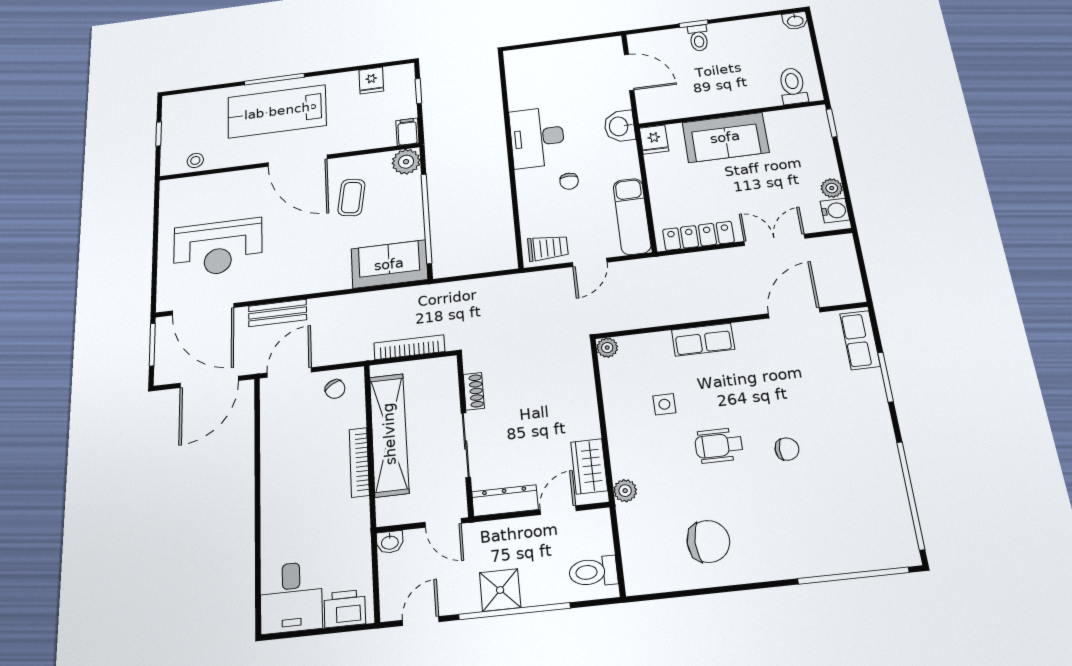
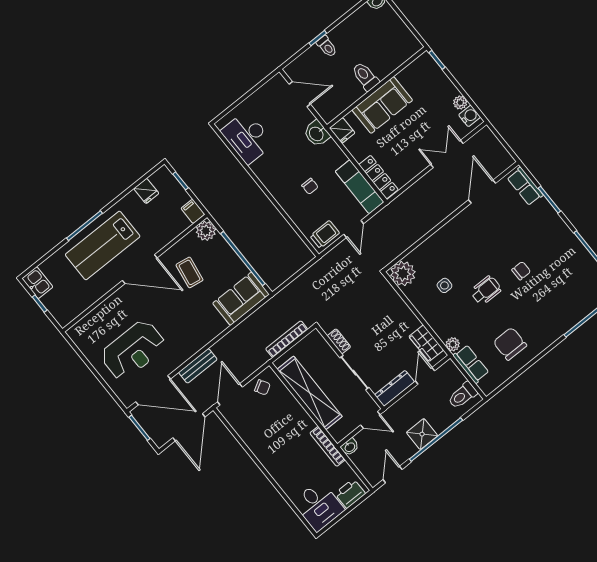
toilet: (793, 86) -> (365, 76), moved
kitchen sink: (175, 110) -> (37, 283), added
desk: (537, 137) -> (247, 137), moved
stool: (195, 160) -> (77, 306), removed
locker: (698, 236) -> (378, 177), moved, turned 90
row of seats: (703, 340) -> (471, 364), moved, turned -90
plant: (607, 348) -> (403, 274), width x1.88, depth x1.88
wheelchair: (719, 445) -> (486, 290), turned 180
bookcase: (359, 462) -> (328, 446), moved
chair: (708, 541) -> (510, 344), turned -90

